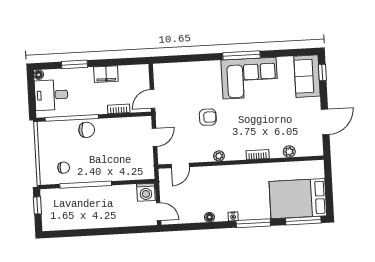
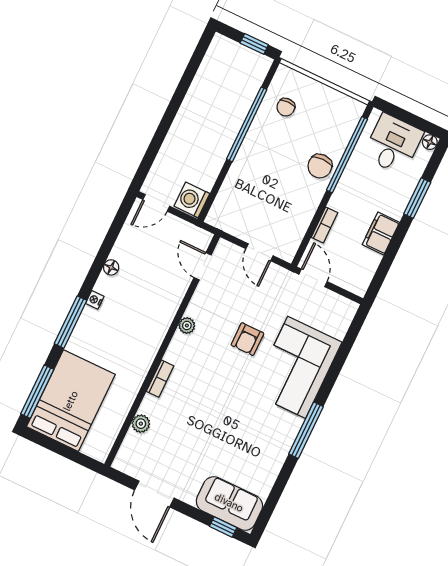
corner sofa: (250, 78) -> (297, 367), moved

